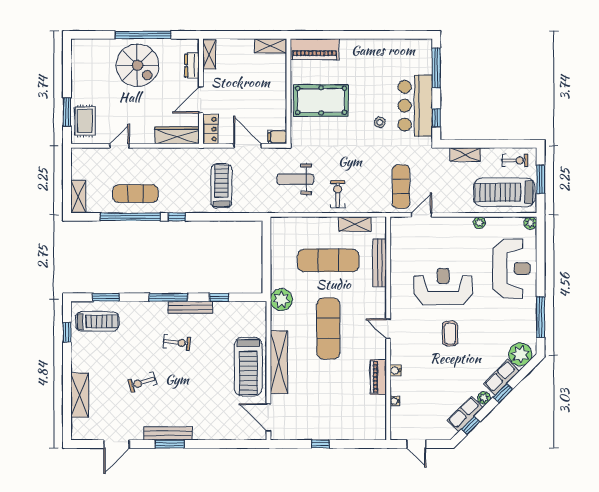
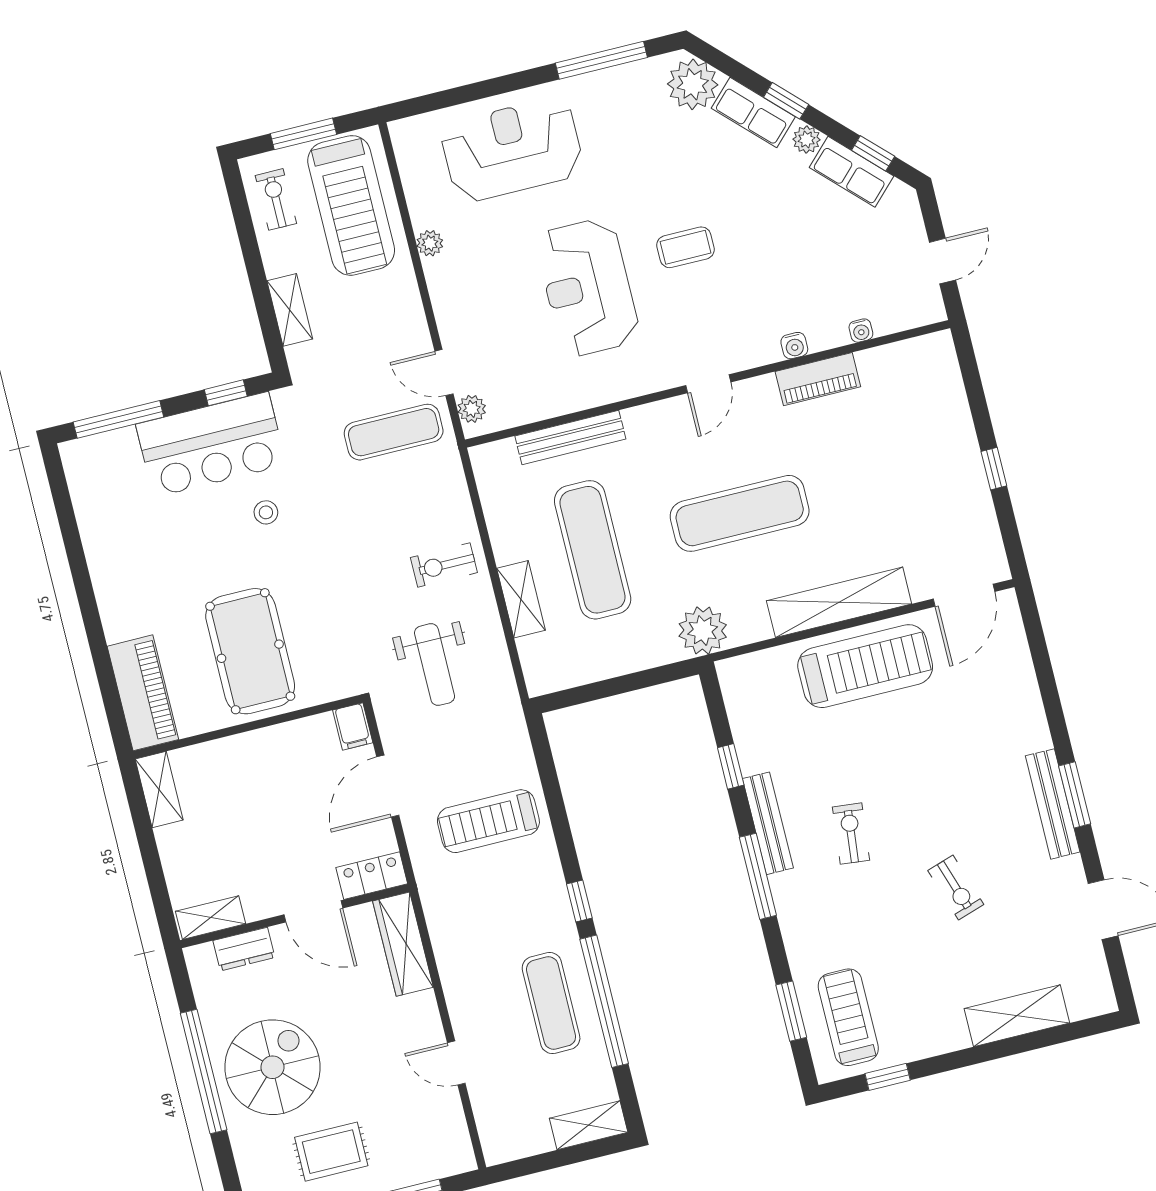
rug: (85, 121) -> (331, 1152), moved
plant: (530, 223) -> (472, 409), moved
shelving: (355, 224) -> (521, 599), moved

